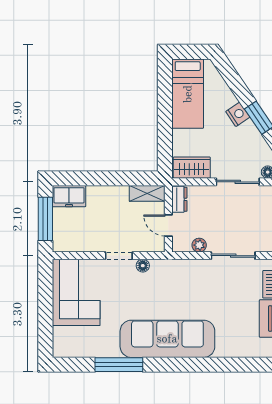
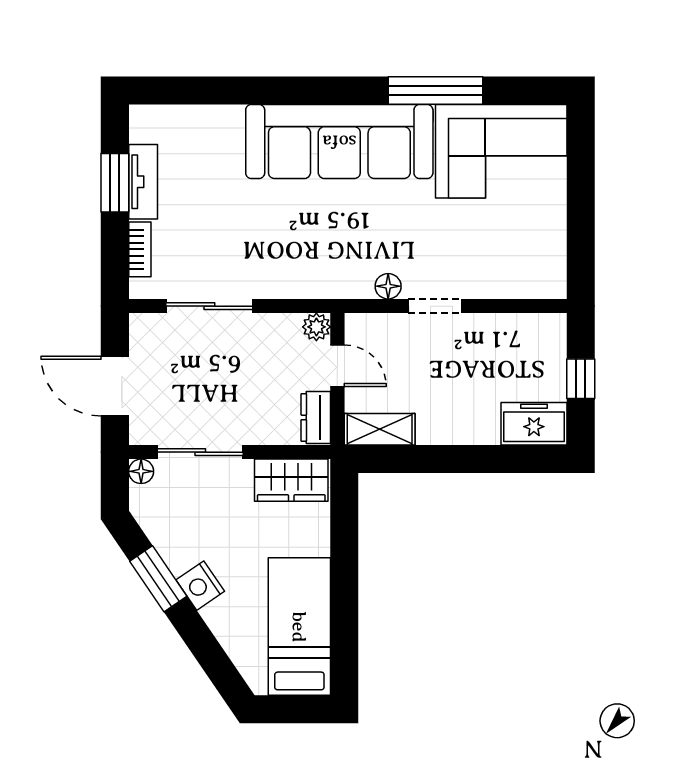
window: (45, 219) -> (581, 379), width x0.46
plant: (199, 245) -> (316, 327), moved
corner sofa: (76, 292) -> (501, 151), moved, turned -90

